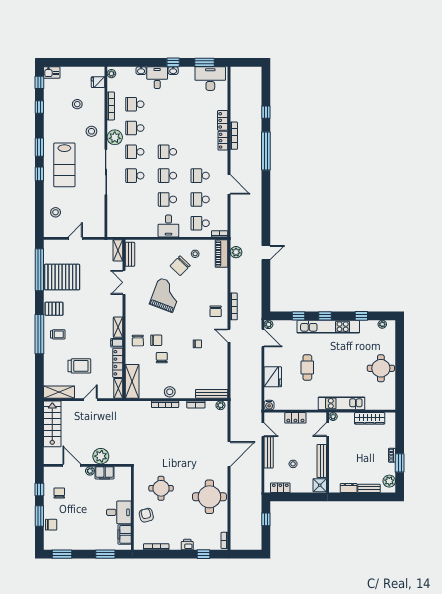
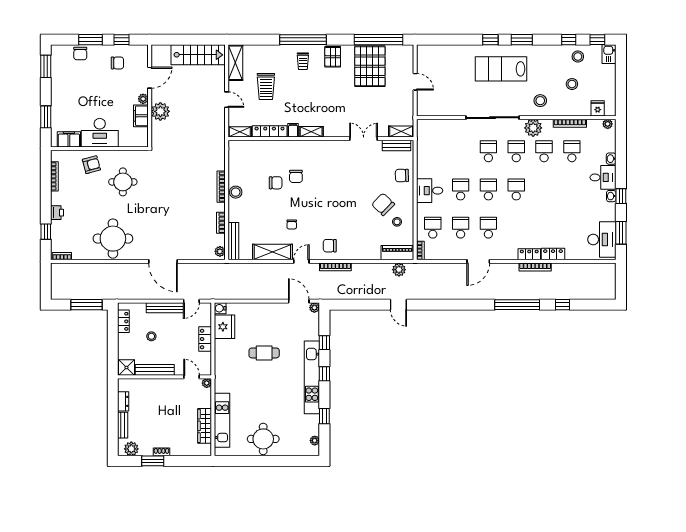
stool: (56, 212) -> (578, 57), moved
grand piano: (166, 295) -> (349, 188), removed
door: (263, 338) -> (299, 301), swing flipped
chair: (138, 341) -> (402, 175), moved
fridge: (273, 377) -> (225, 327), moved, turned -90
shelving: (132, 381) -> (272, 252), moved
kitchen unit: (342, 403) -> (222, 420), moved
desk: (119, 512) -> (100, 133), width x1.37
window: (266, 519) -> (87, 305), width x2.17

